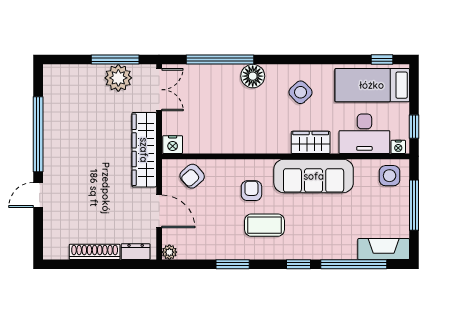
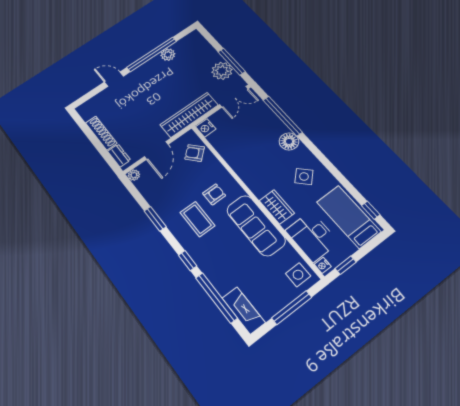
plant: (52, 118) -> (168, 55), added

